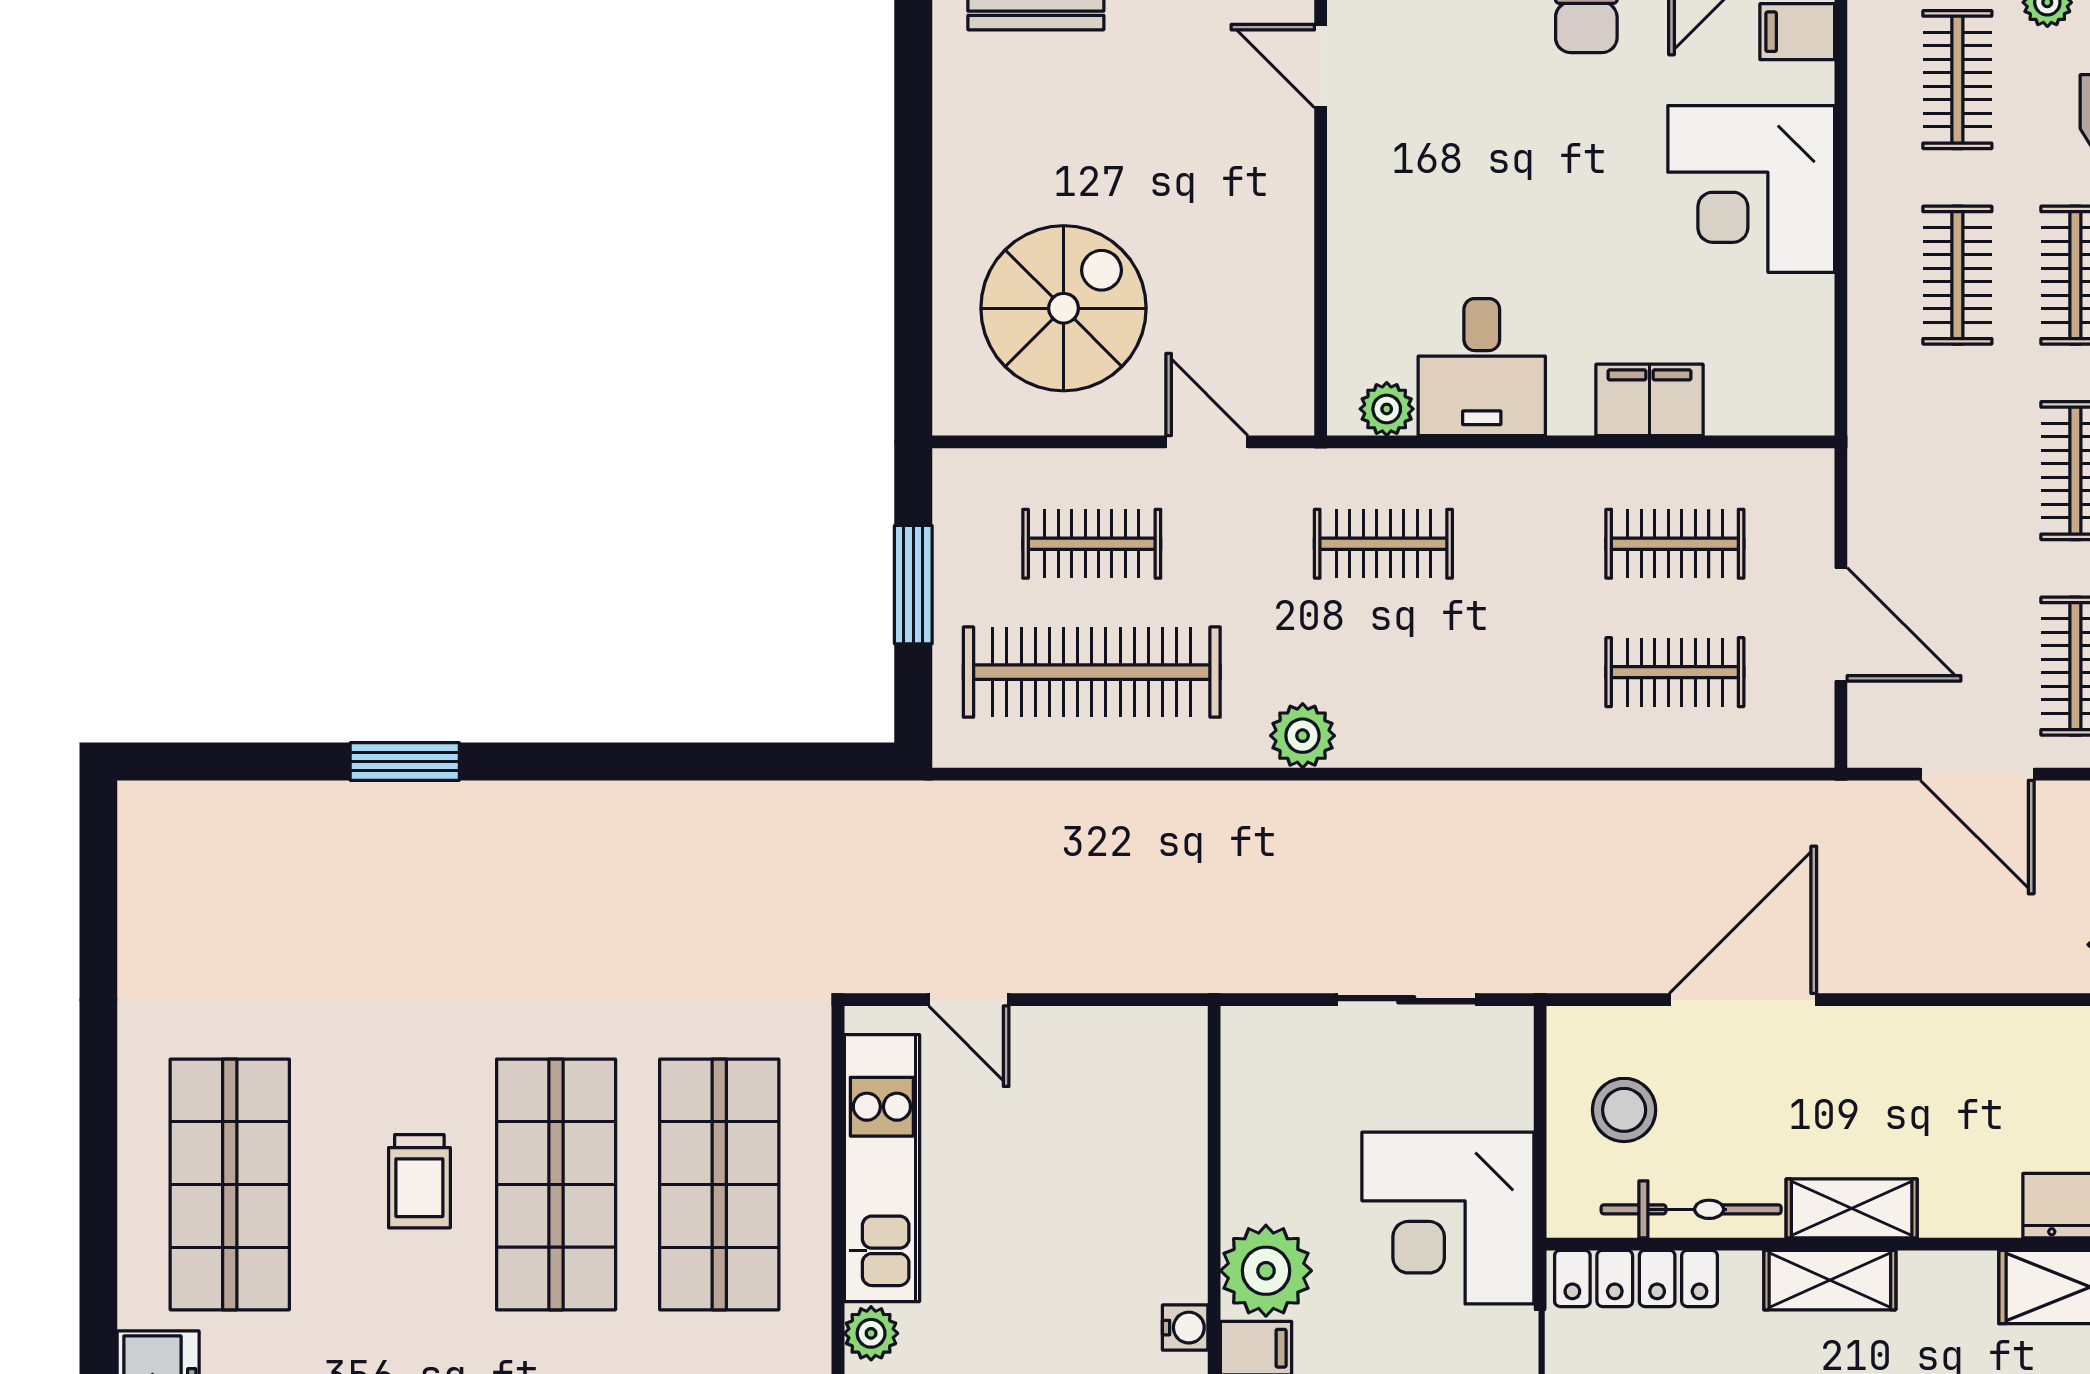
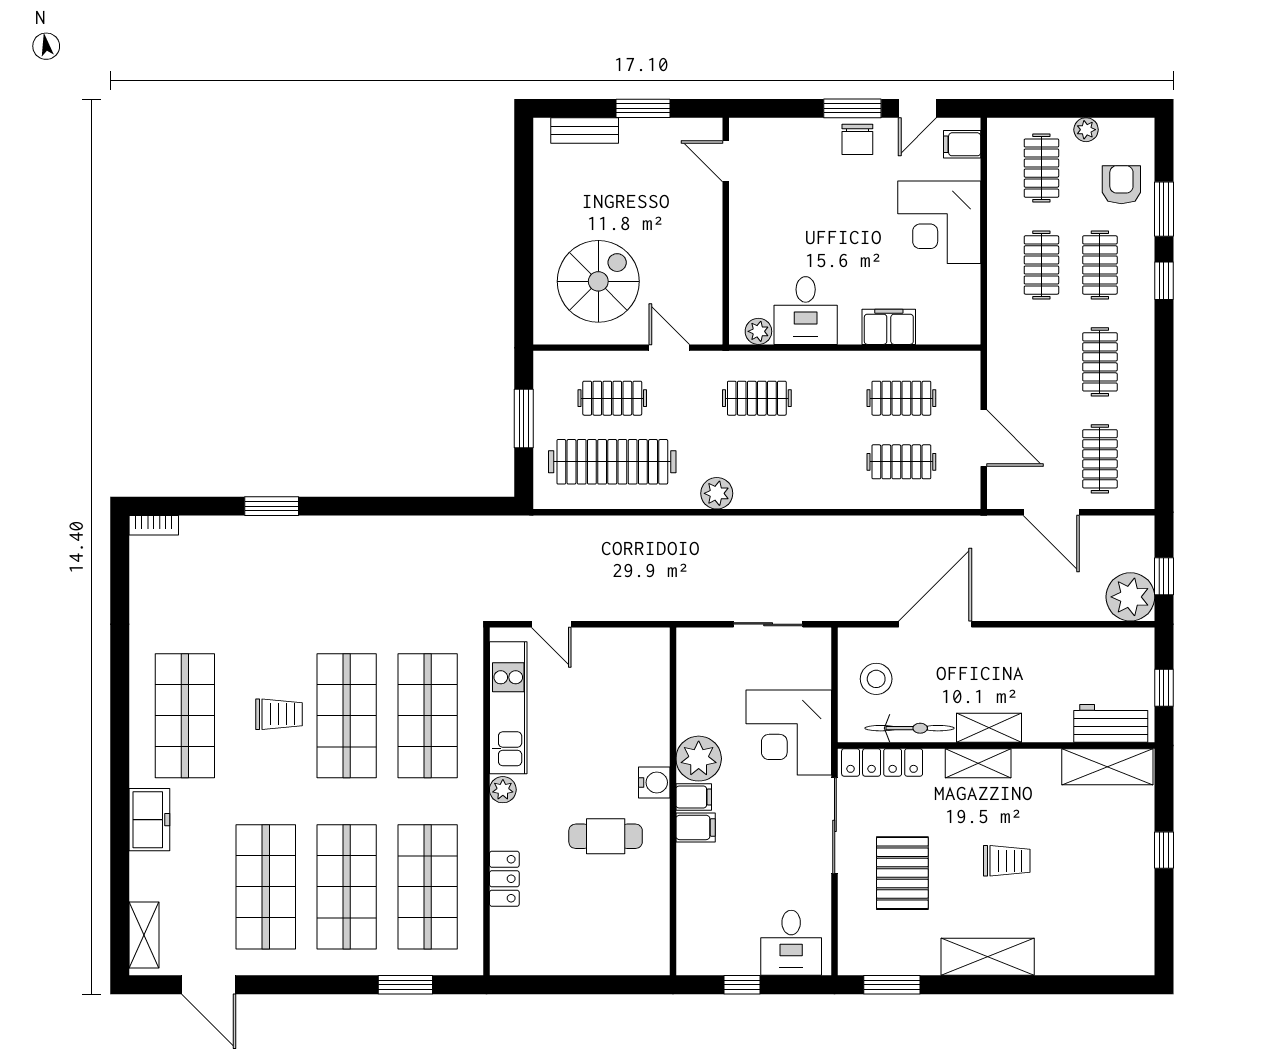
bookcase: (167, 800) -> (154, 525), added
trolley: (419, 1181) -> (279, 714), turned -90
water cooler: (1185, 1328) -> (654, 782), width x1.38, depth x1.38

